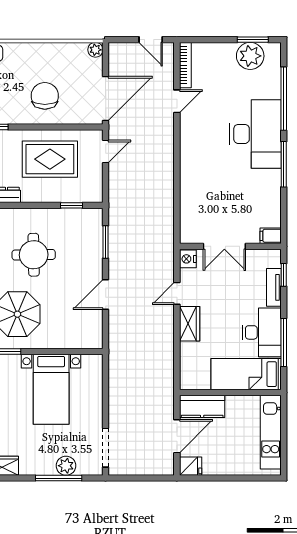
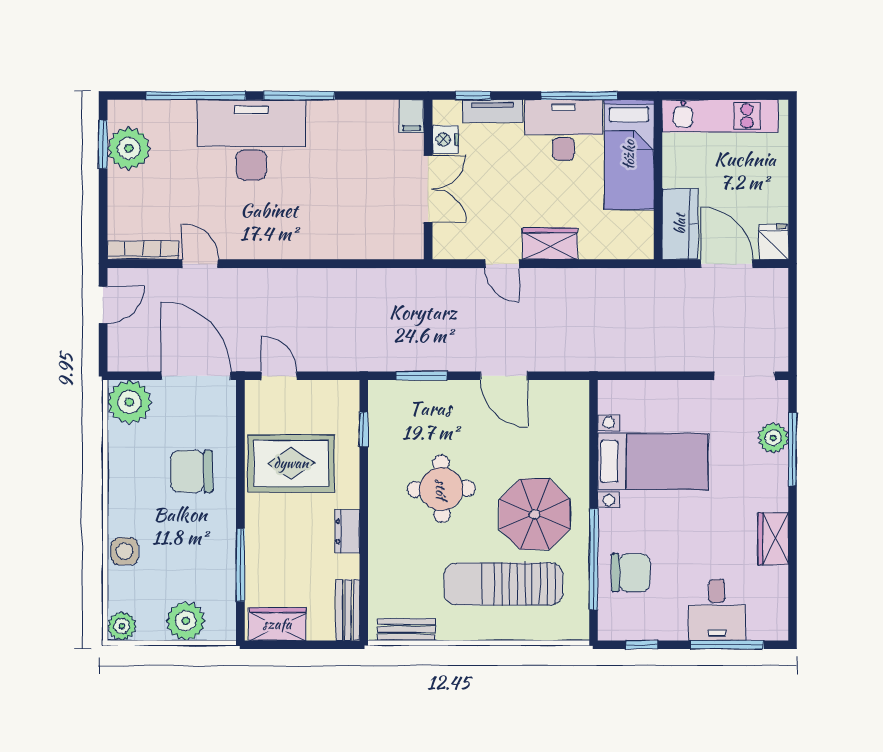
plant: (95, 50) -> (129, 402), width x1.88, depth x1.88
rug: (50, 159) -> (291, 463), turned 90
nightstand: (188, 259) -> (445, 139), moved, turned 90

